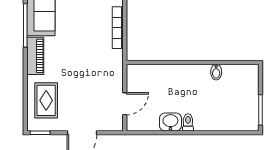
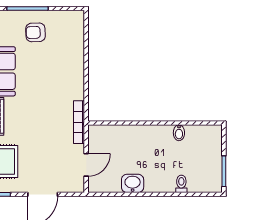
bookcase: (118, 28) -> (79, 122), moved
toilet: (188, 122) -> (181, 184), moved

